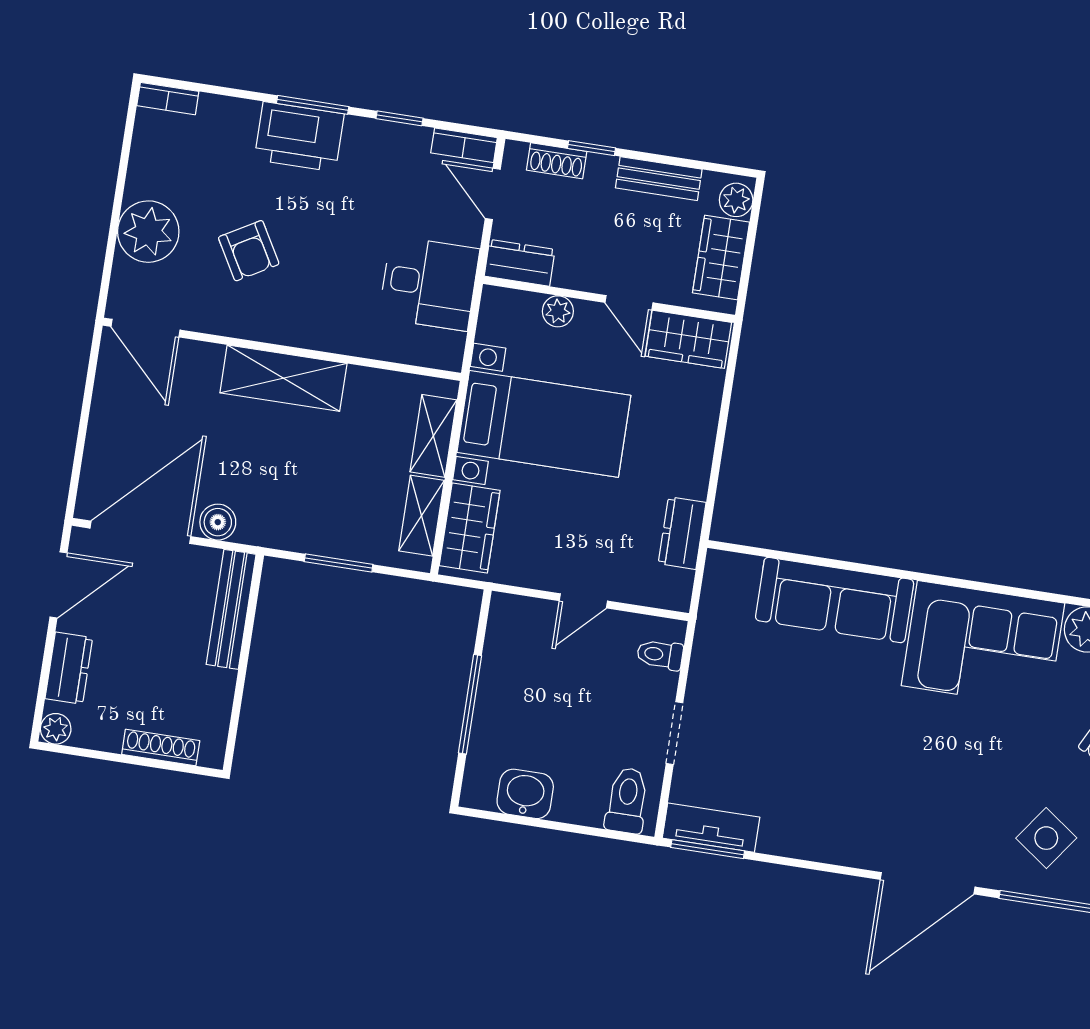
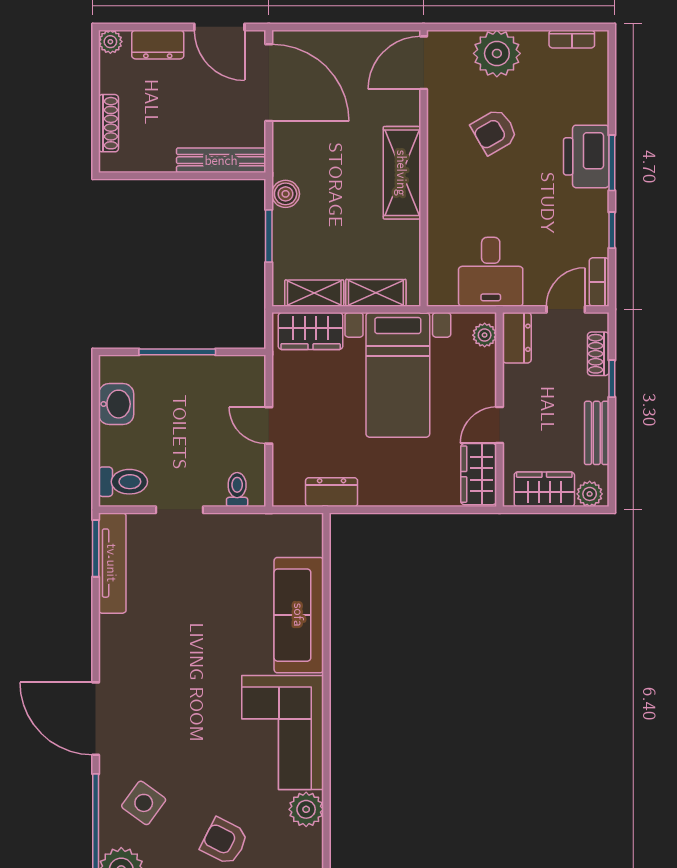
bookcase: (168, 99) -> (572, 39), moved, turned -90
plant: (558, 311) -> (485, 335), moved
boiler: (218, 522) -> (286, 194), moved
tv unit: (711, 828) -> (112, 563), width x1.41

